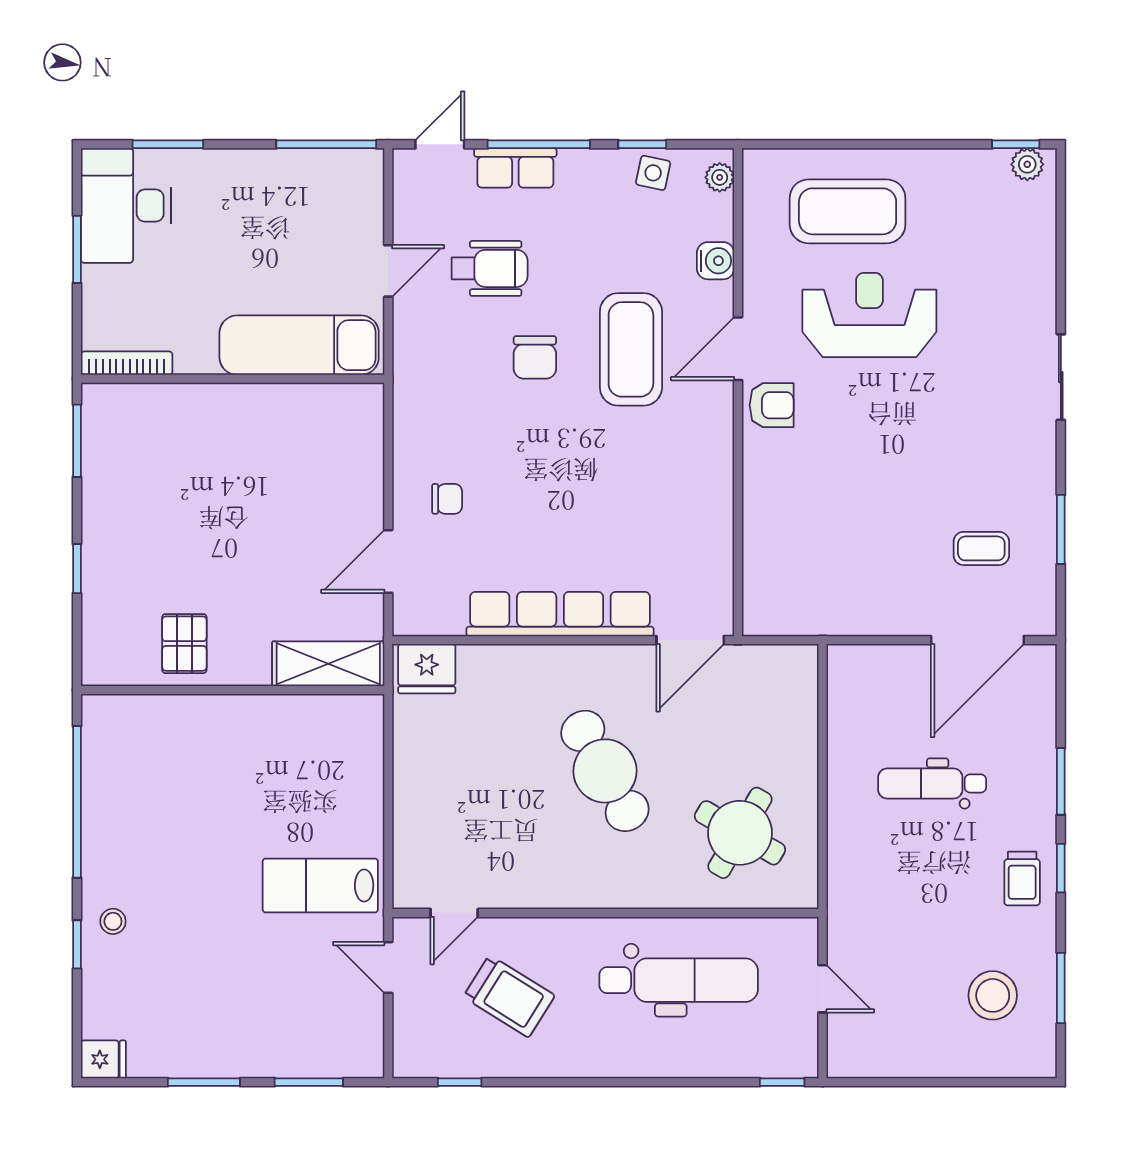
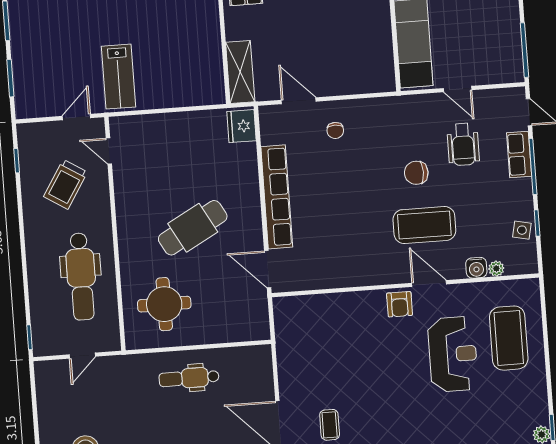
plant: (720, 177) -> (496, 269), moved
dental chair: (932, 783) -> (189, 378), moved, turned -90
round table: (740, 833) -> (164, 304), turned -30
lab bench: (320, 885) -> (119, 77), turned 180

